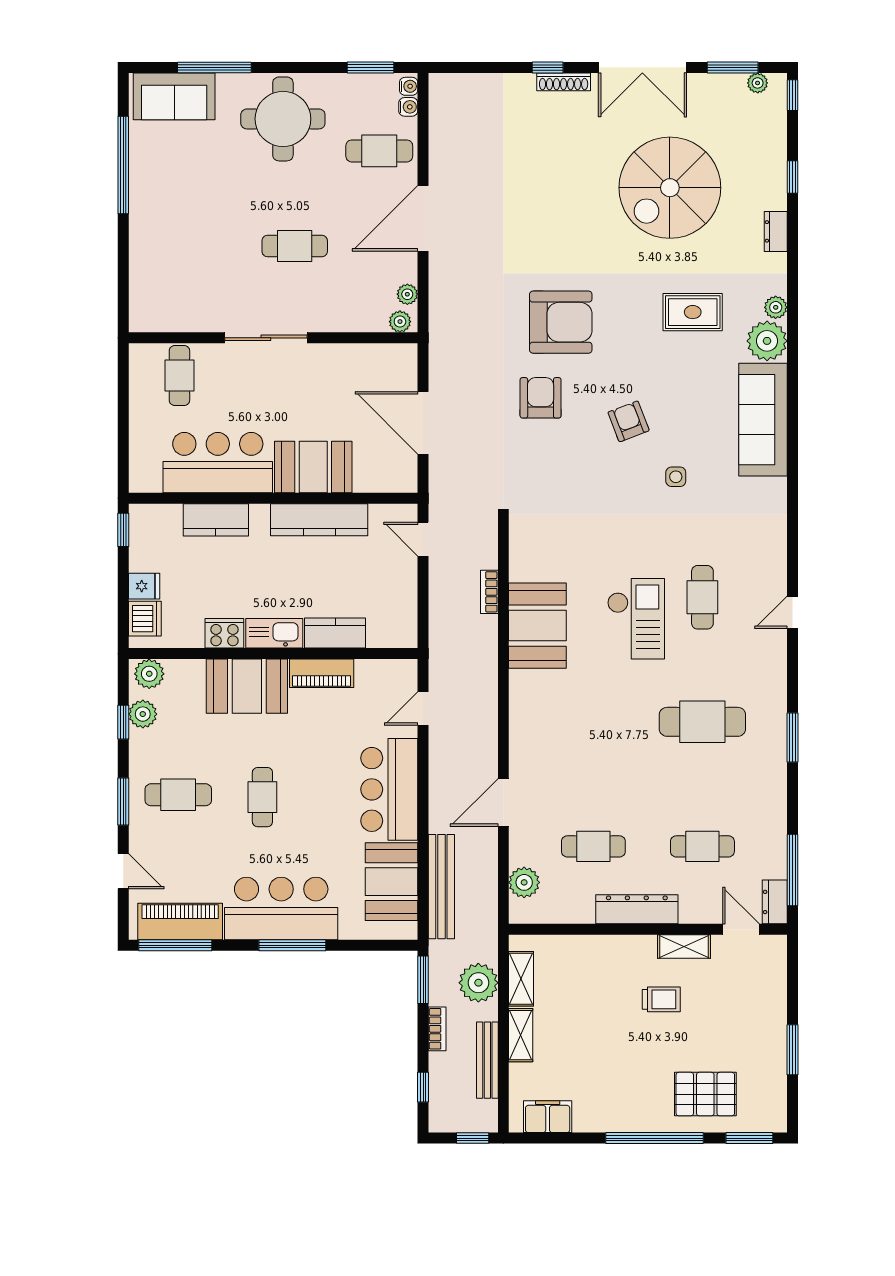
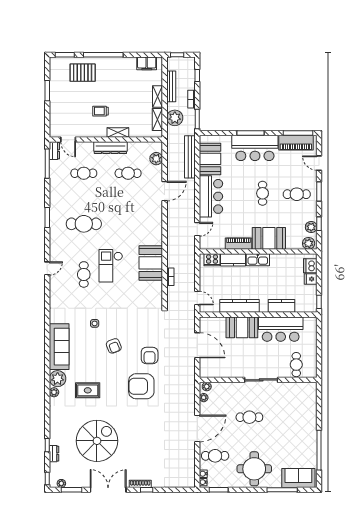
dresser: (776, 231) -> (54, 454), moved
cooker: (224, 633) -> (212, 260), moved
shelving: (684, 947) -> (118, 133), moved

